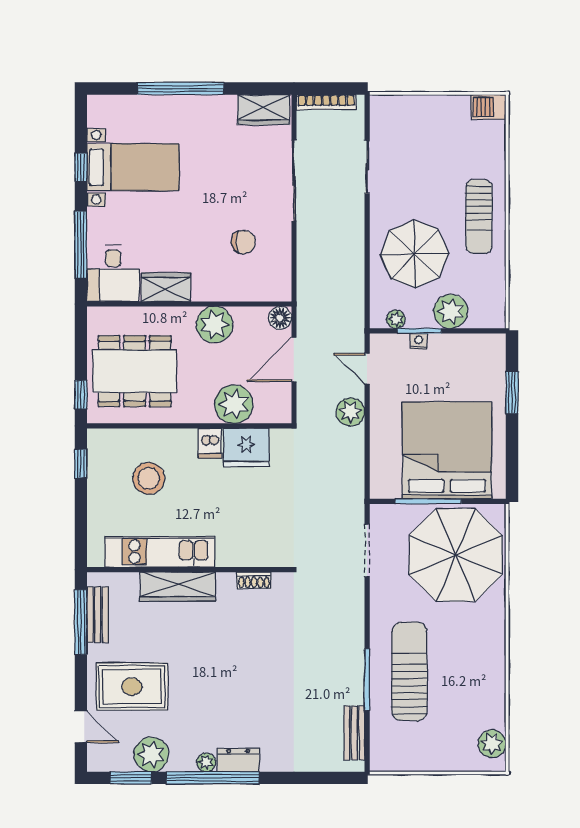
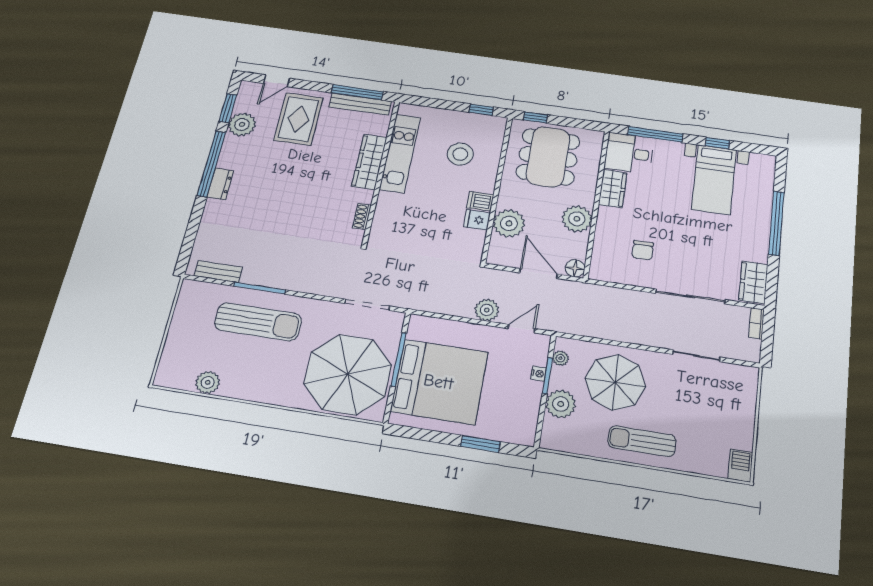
bookcase: (326, 102) -> (757, 323), width x0.64
fridge: (246, 448) -> (477, 220), width x0.53, depth x0.75
bench: (98, 615) -> (360, 104), width x1.36
plant: (492, 744) -> (208, 382), moved
plant: (206, 762) -> (225, 161), removed

